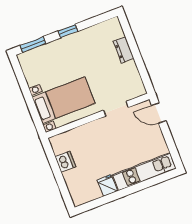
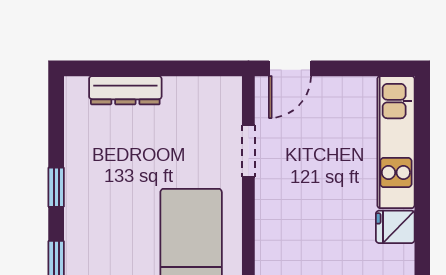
dresser: (124, 50) -> (125, 90), width x1.44

